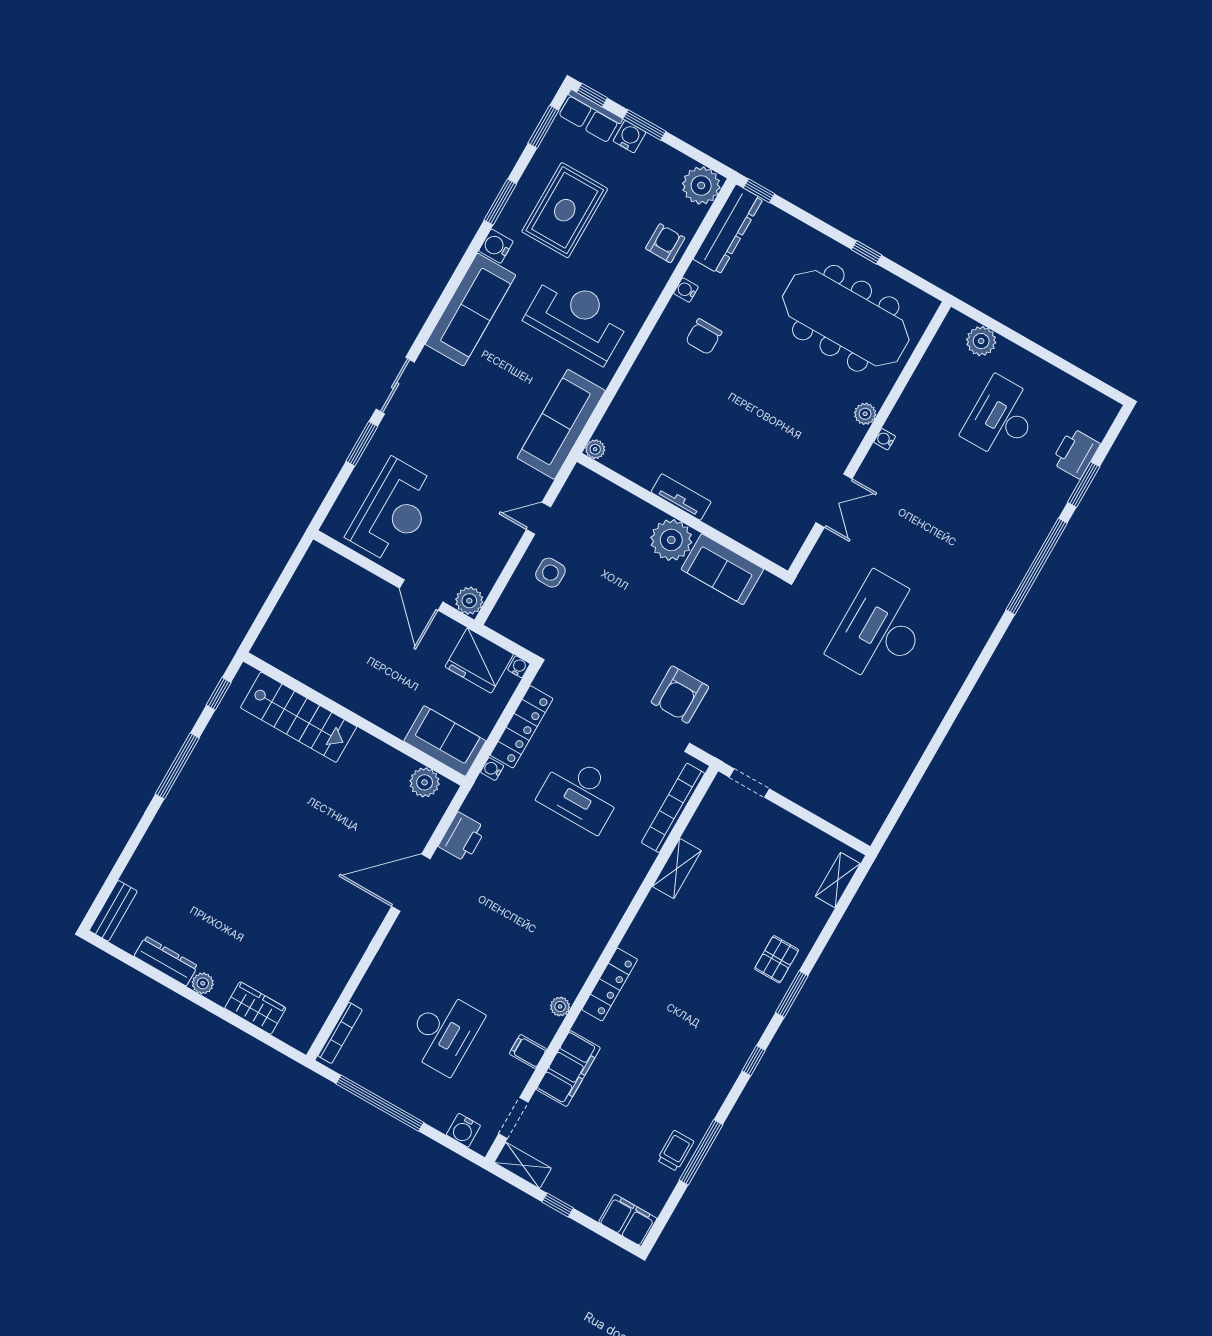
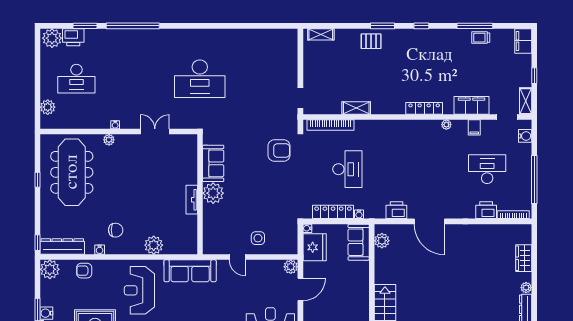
plant: (1095, 416) -> (52, 38), added
plant: (595, 449) -> (154, 245), moved, width x1.87, depth x1.87
printer: (374, 991) -> (486, 210), added

